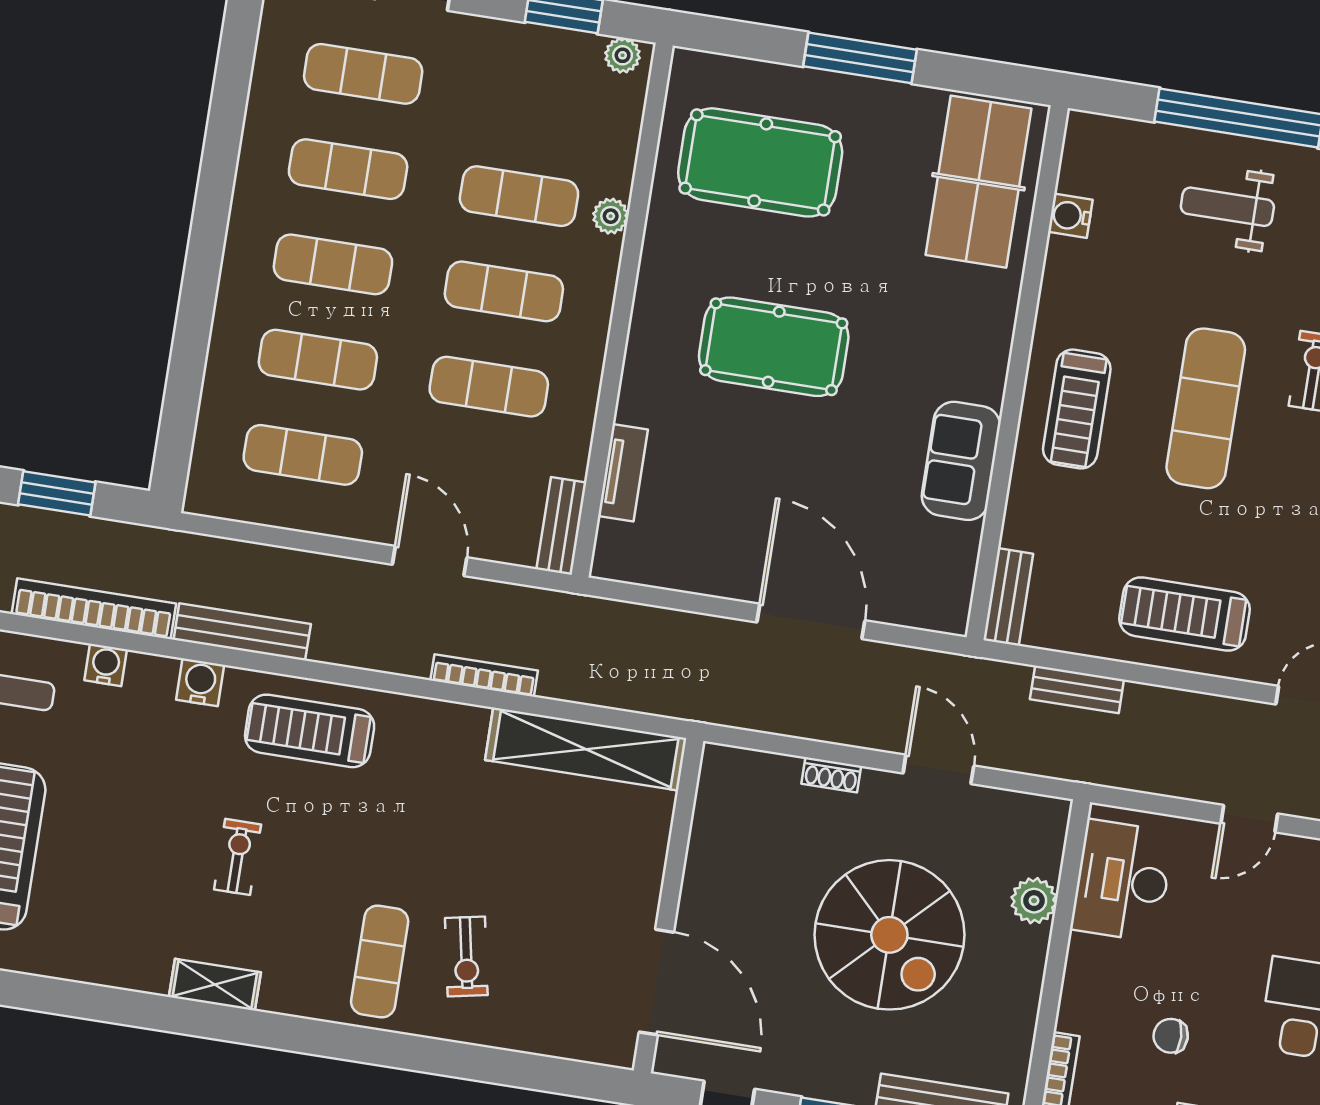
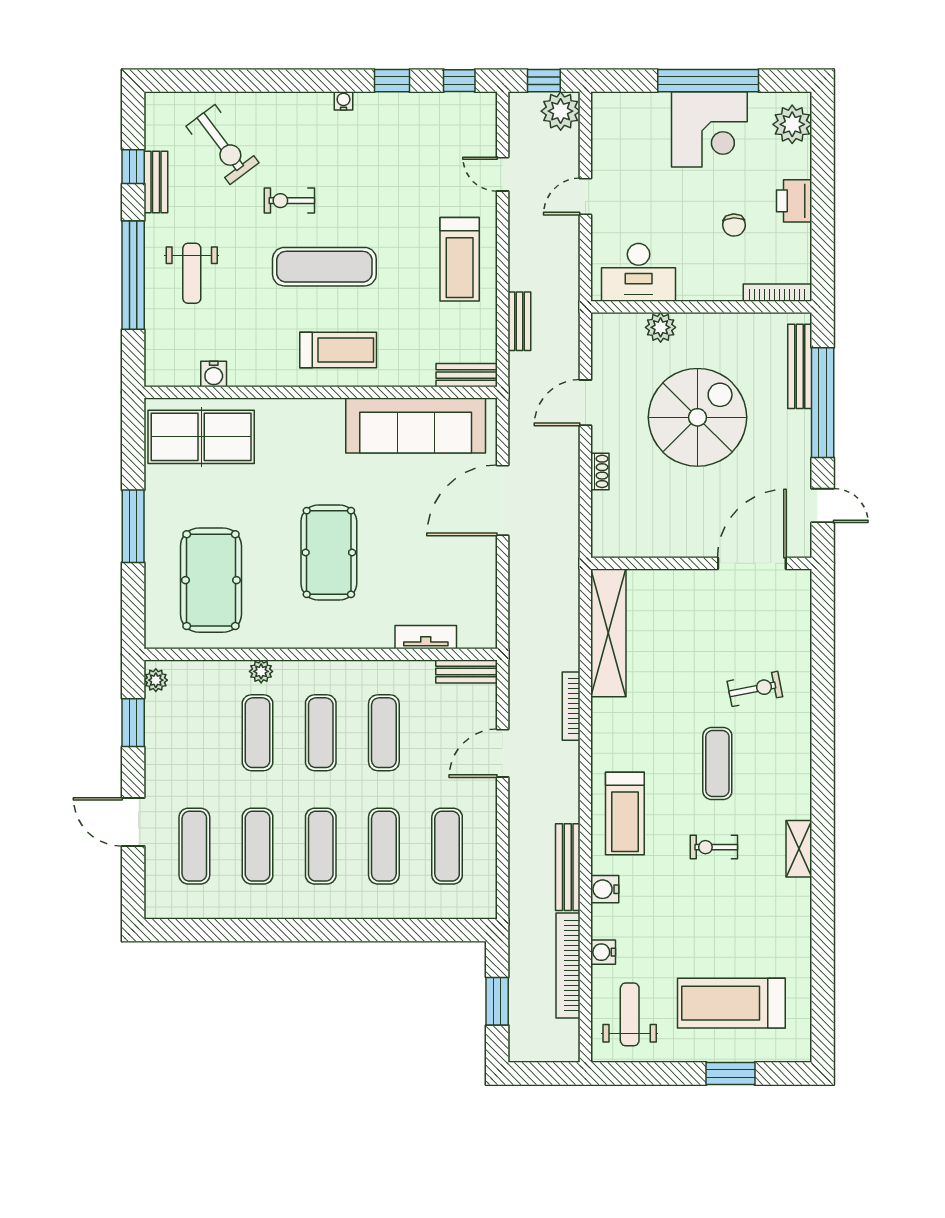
sofa: (961, 461) -> (416, 426), width x1.85, depth x1.27
door: (1249, 819) -> (585, 196), swing flipped
exercise mat: (380, 961) -> (717, 763), moved, turned 90

